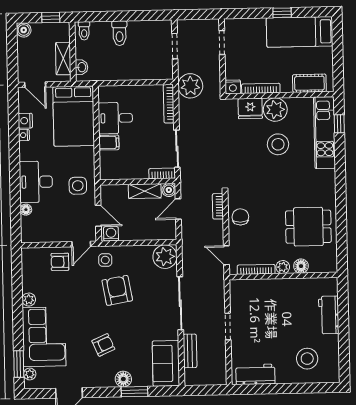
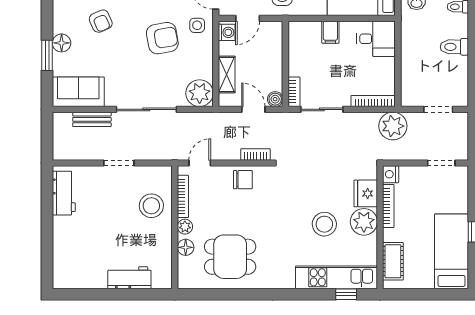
desk: (115, 118) -> (376, 39), moved, turned 90
shelving: (145, 191) -> (227, 74), moved
dining table: (308, 227) -> (230, 257), turned 90
stool: (307, 359) -> (151, 206), moved

